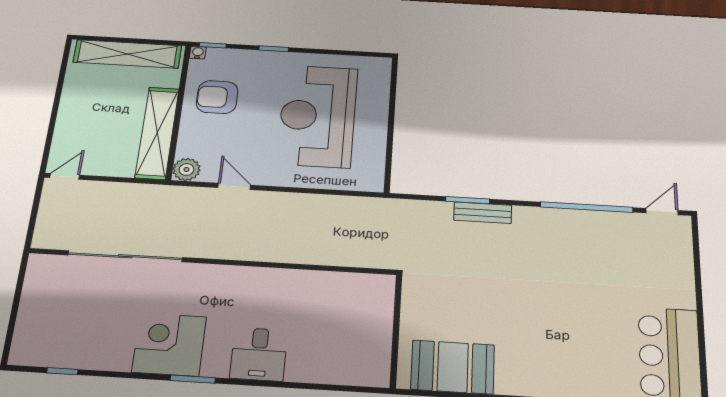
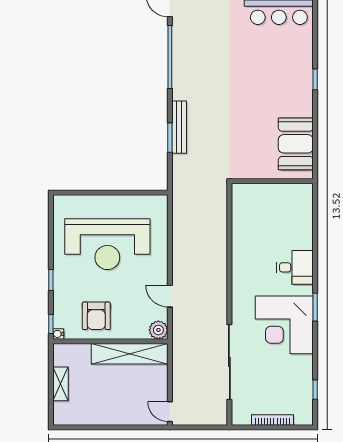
shelving: (127, 54) -> (60, 384), width x0.45, depth x0.75
door: (234, 186) -> (170, 296), hinge flipped
bench: (483, 213) -> (179, 127), width x1.36
bookcase: (26, 309) -> (272, 420), added
corner desk: (169, 344) -> (284, 325), width x1.36, depth x1.36

